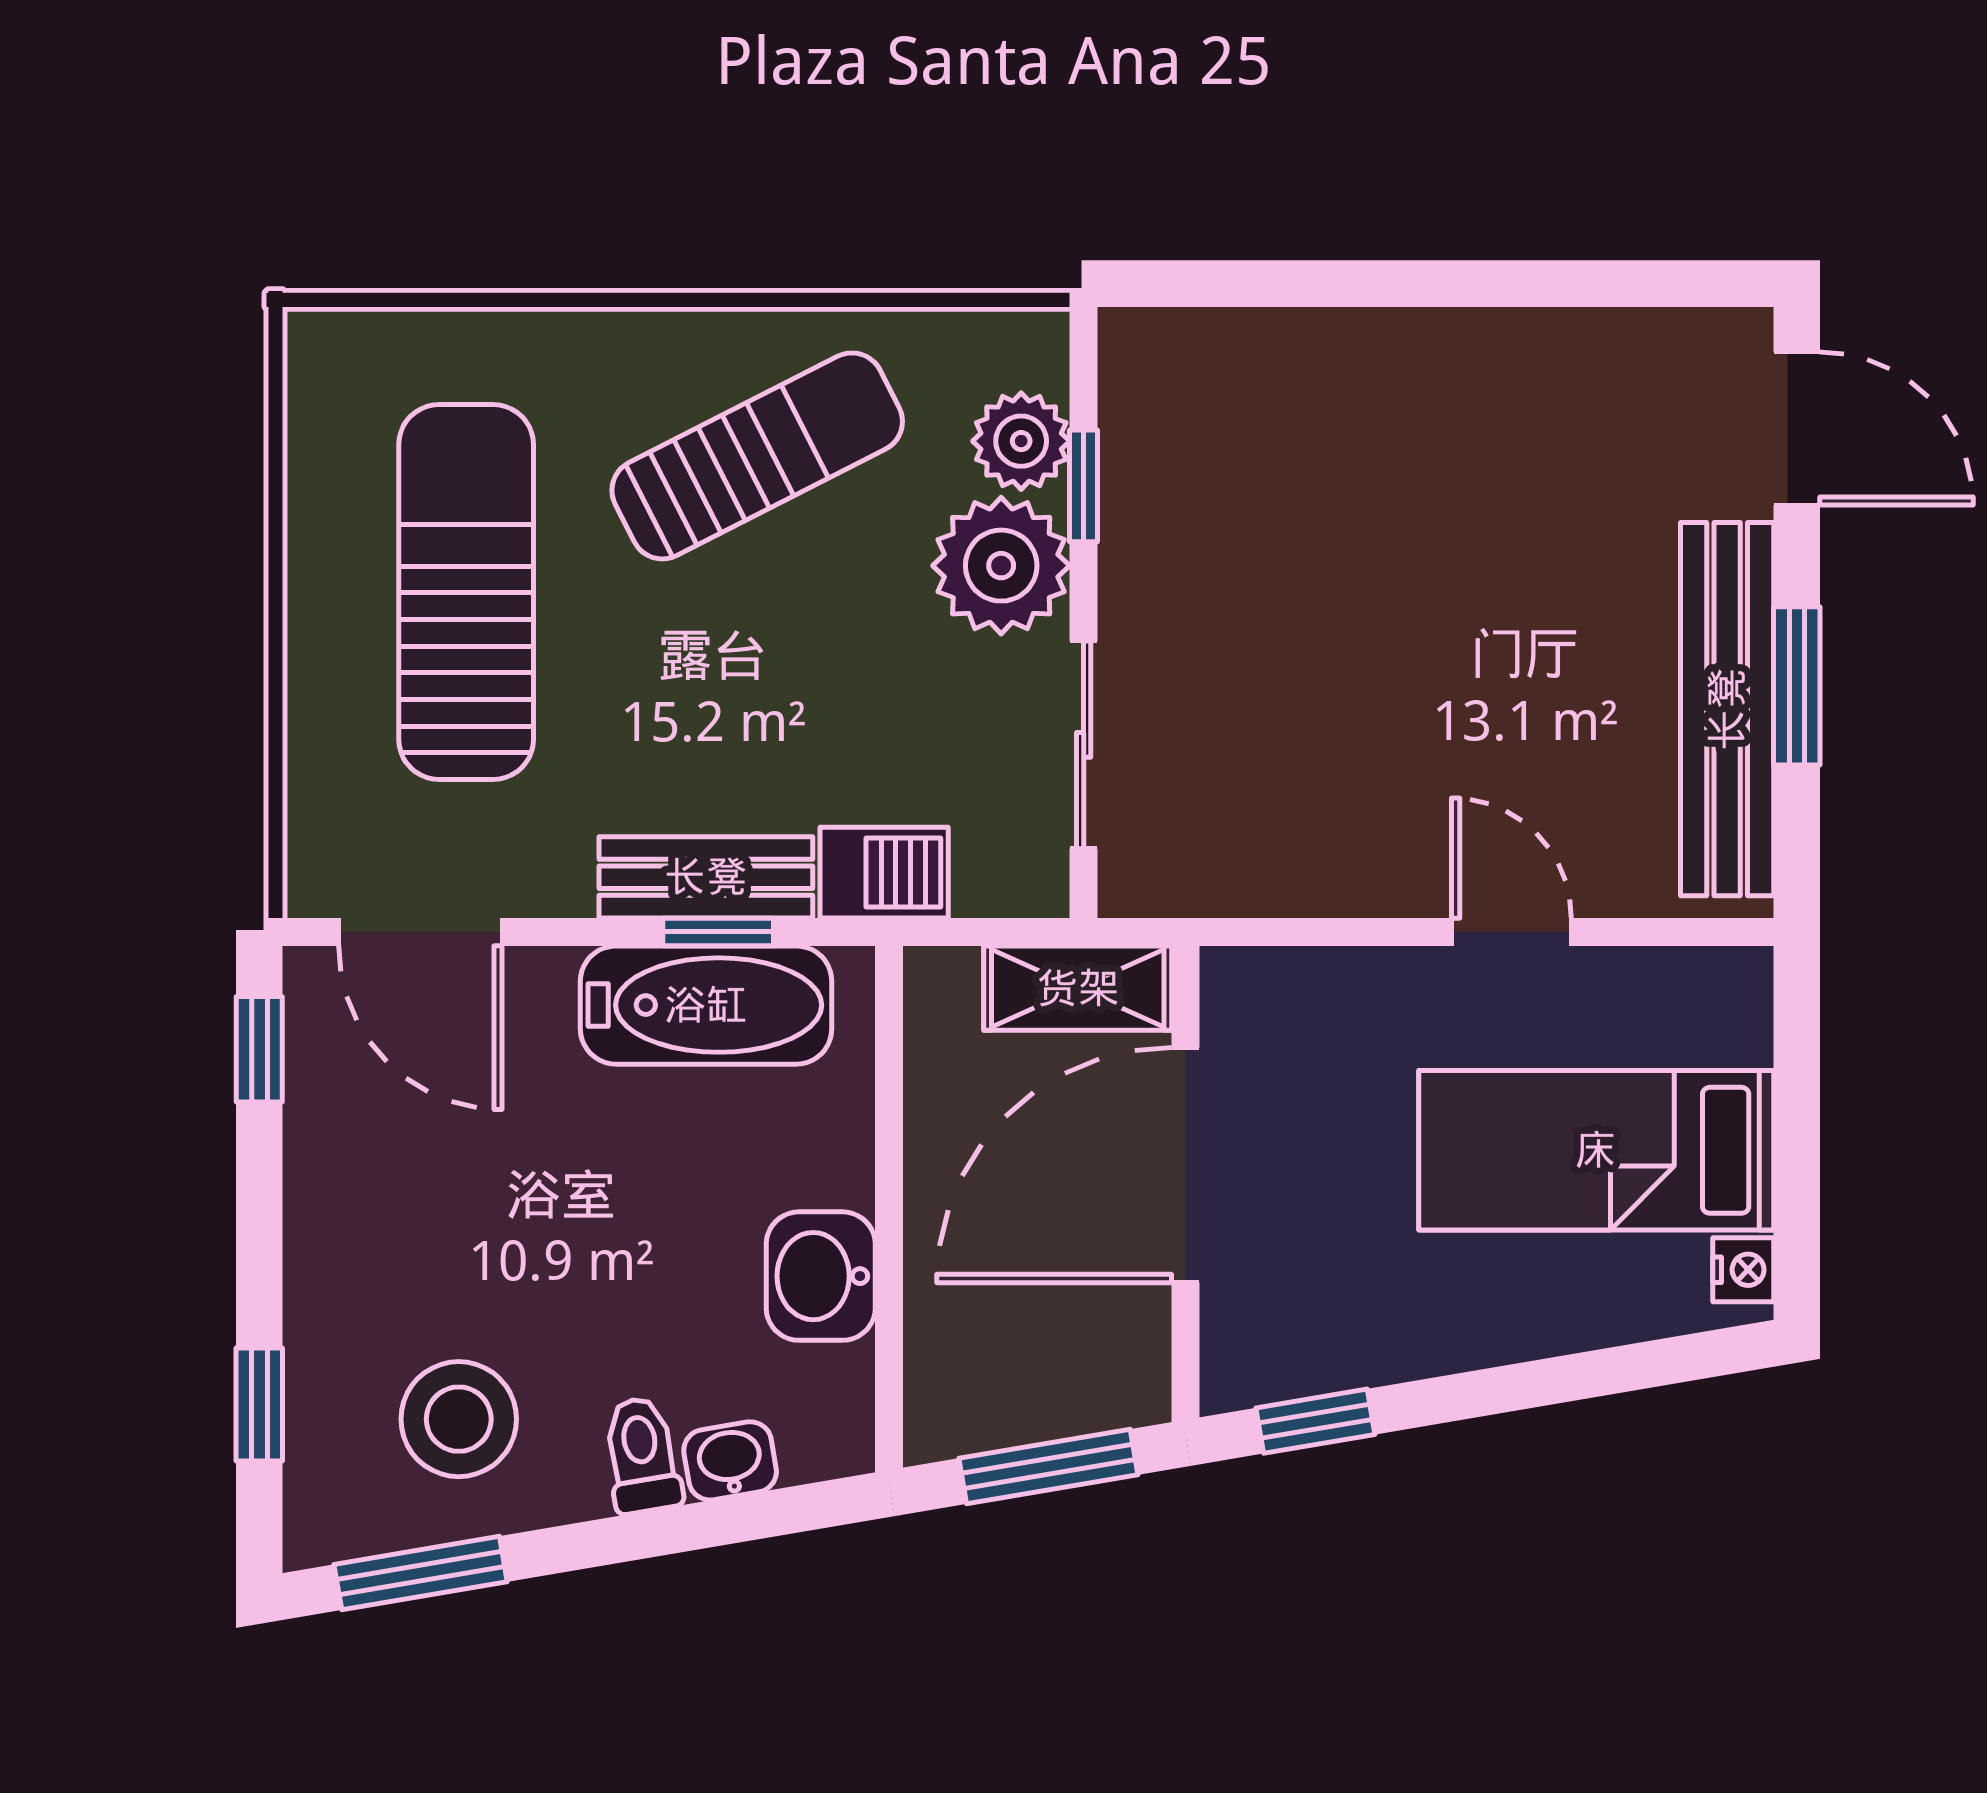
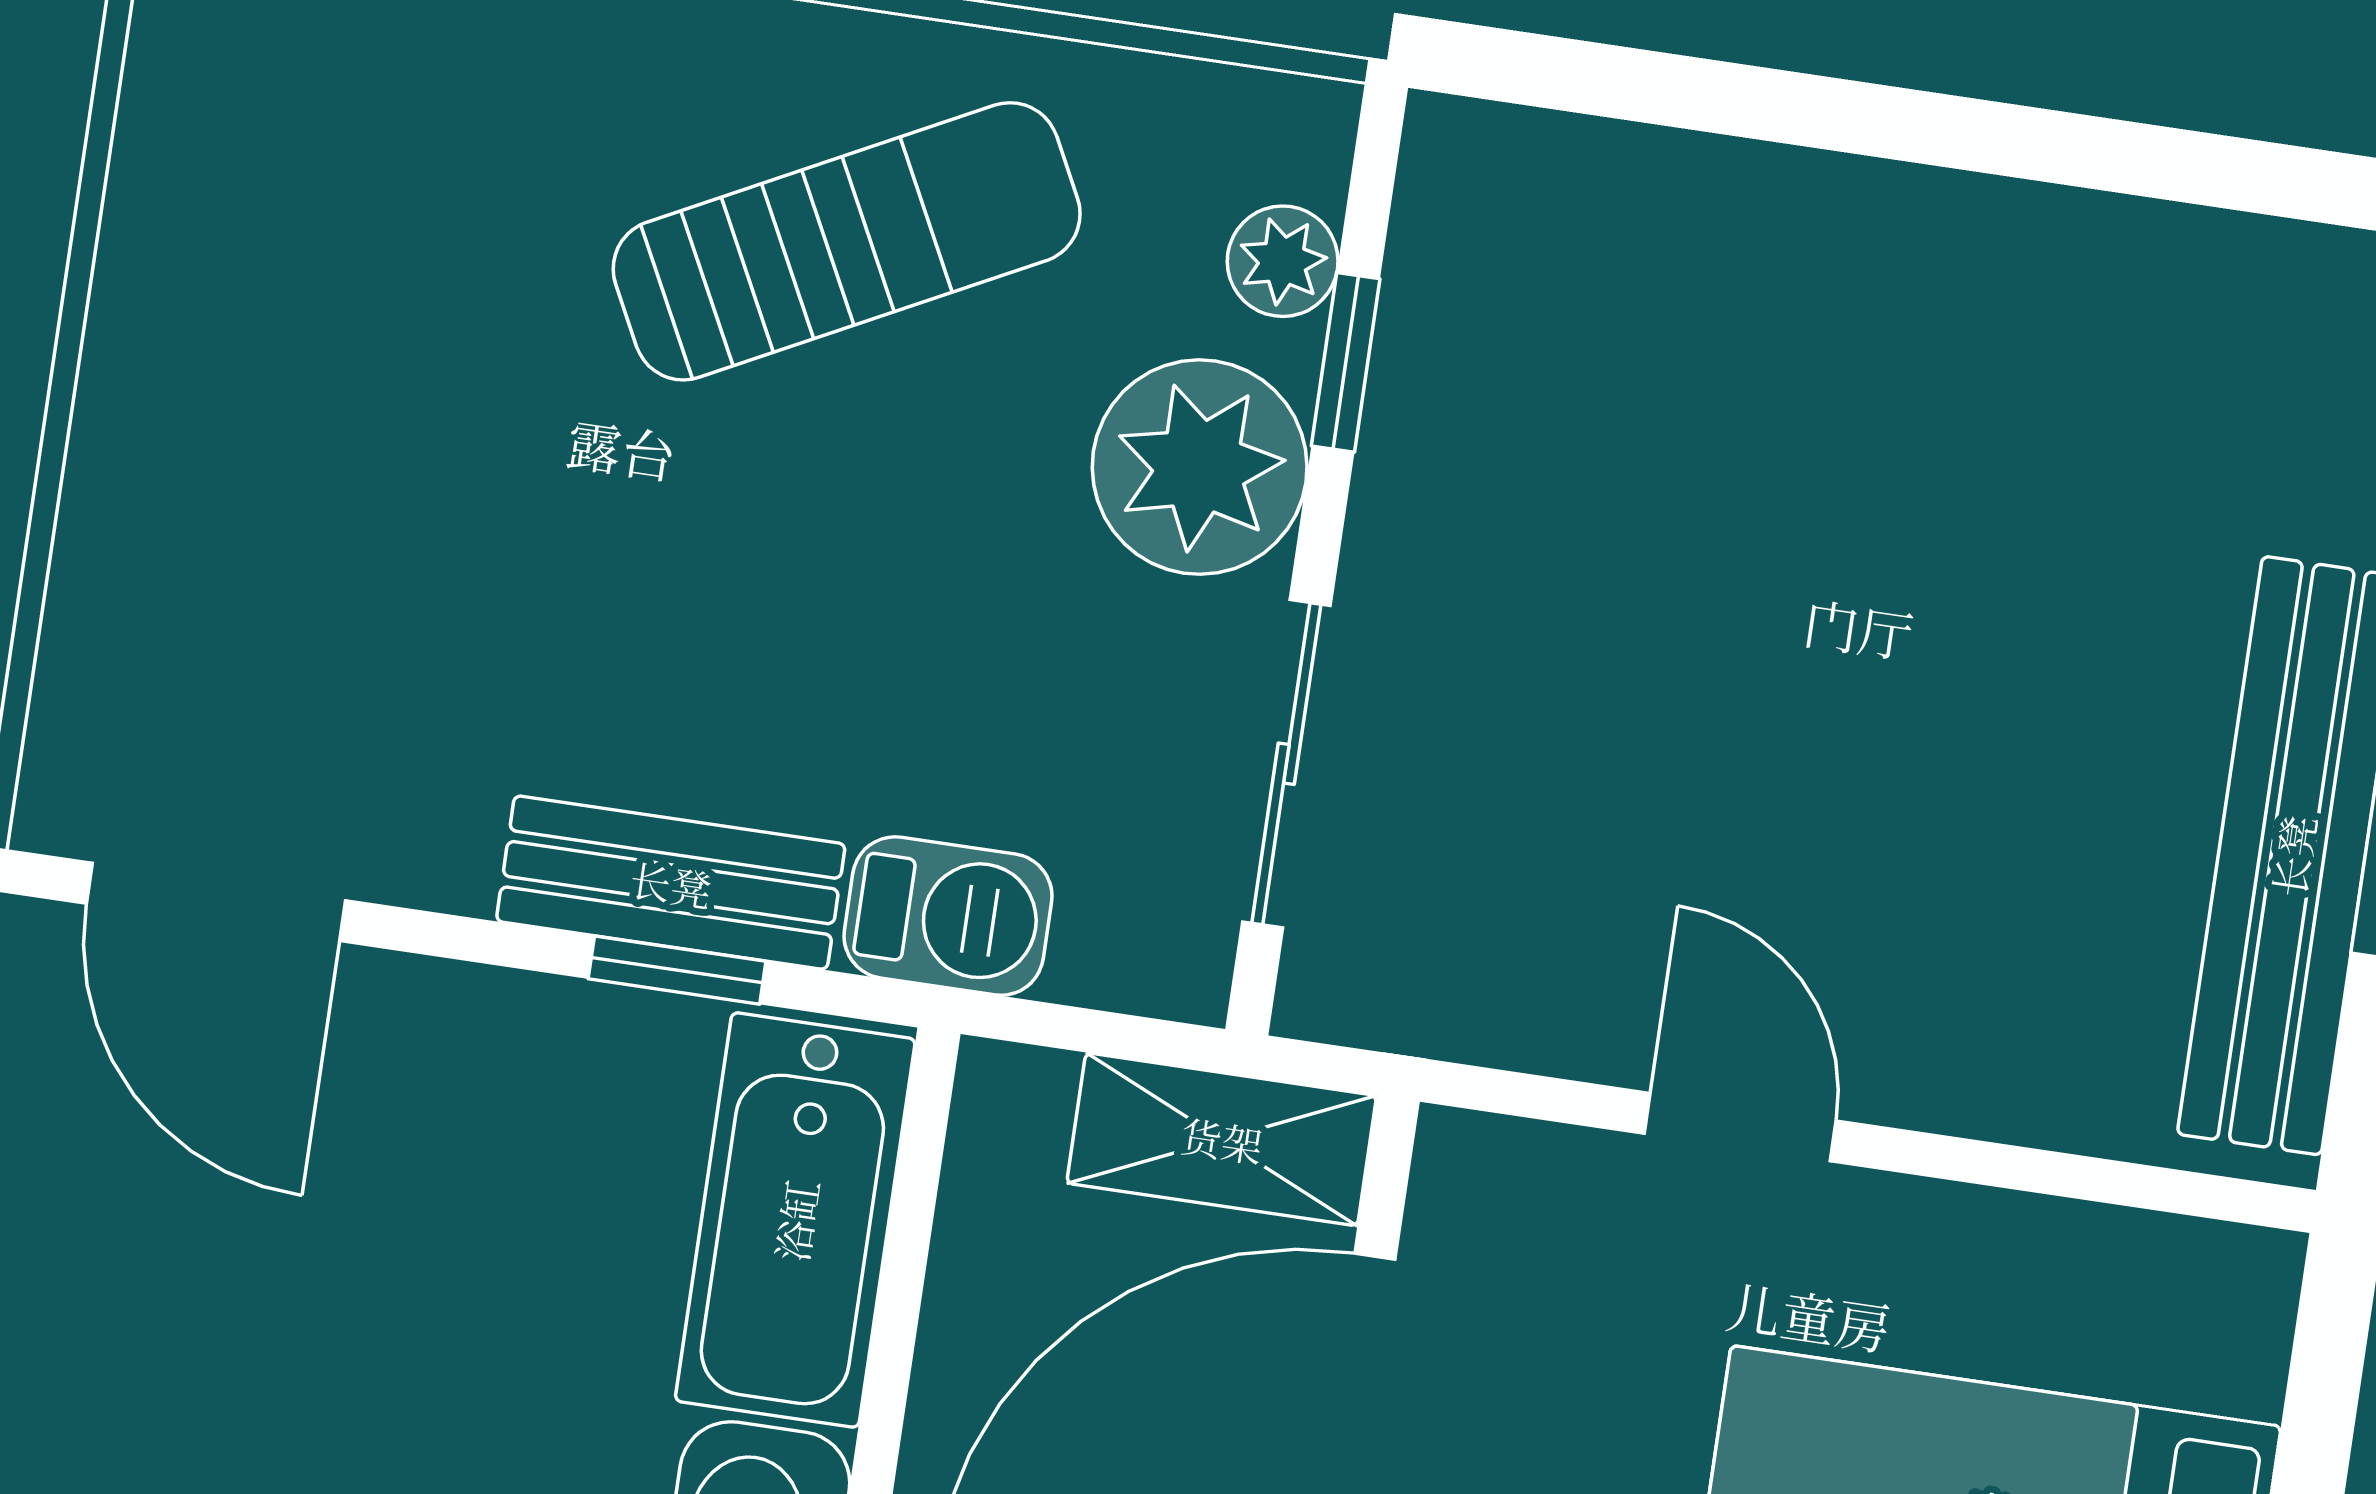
plant: (1021, 441) -> (1283, 261), width x0.73, depth x0.73
sun lounger: (466, 592) -> (364, 386), removed
door: (1511, 932) -> (1740, 1127), moved
bathtub: (706, 1005) -> (795, 1220), moved, turned 90

